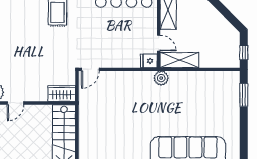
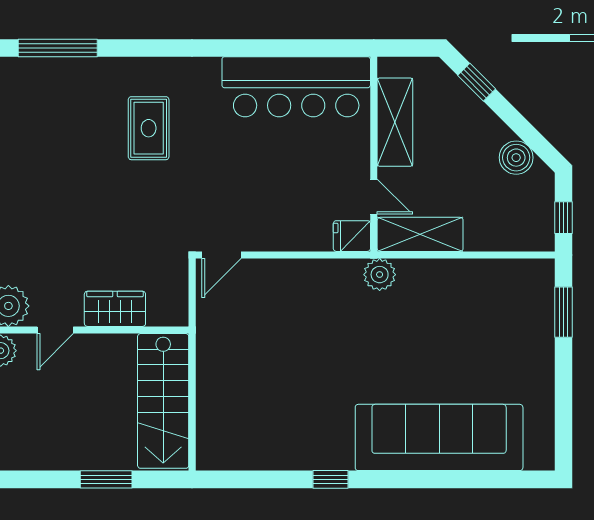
boiler: (223, 26) -> (516, 158), added
wardrobe: (62, 94) -> (115, 309), moved

